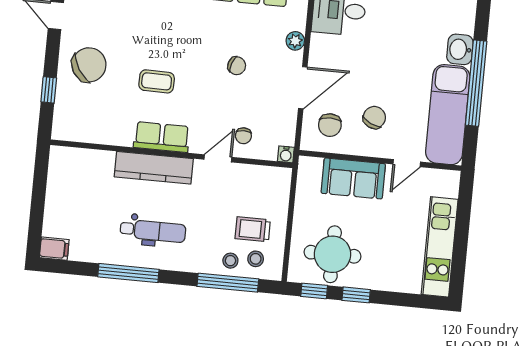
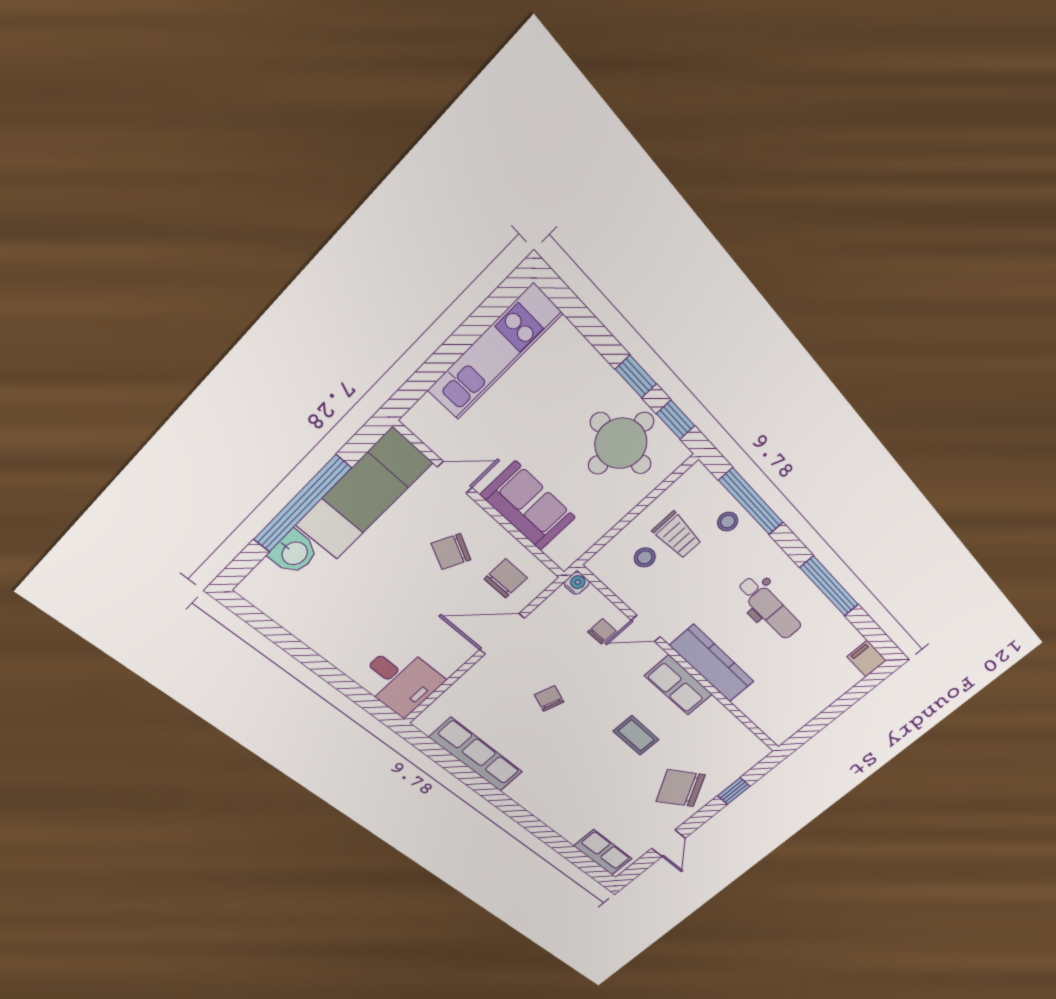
plant: (295, 41) -> (471, 682), removed
dental chair: (153, 231) -> (769, 608), turned 180
stool: (256, 259) -> (645, 557), moved

